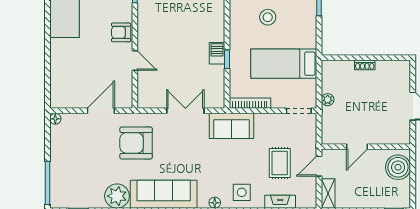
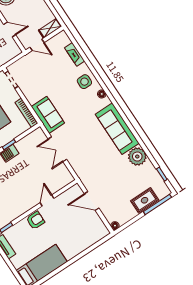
armchair: (121, 32) -> (35, 220), turned -90
armchair: (136, 143) -> (97, 166), removed
rug: (280, 163) -> (145, 200), moved

